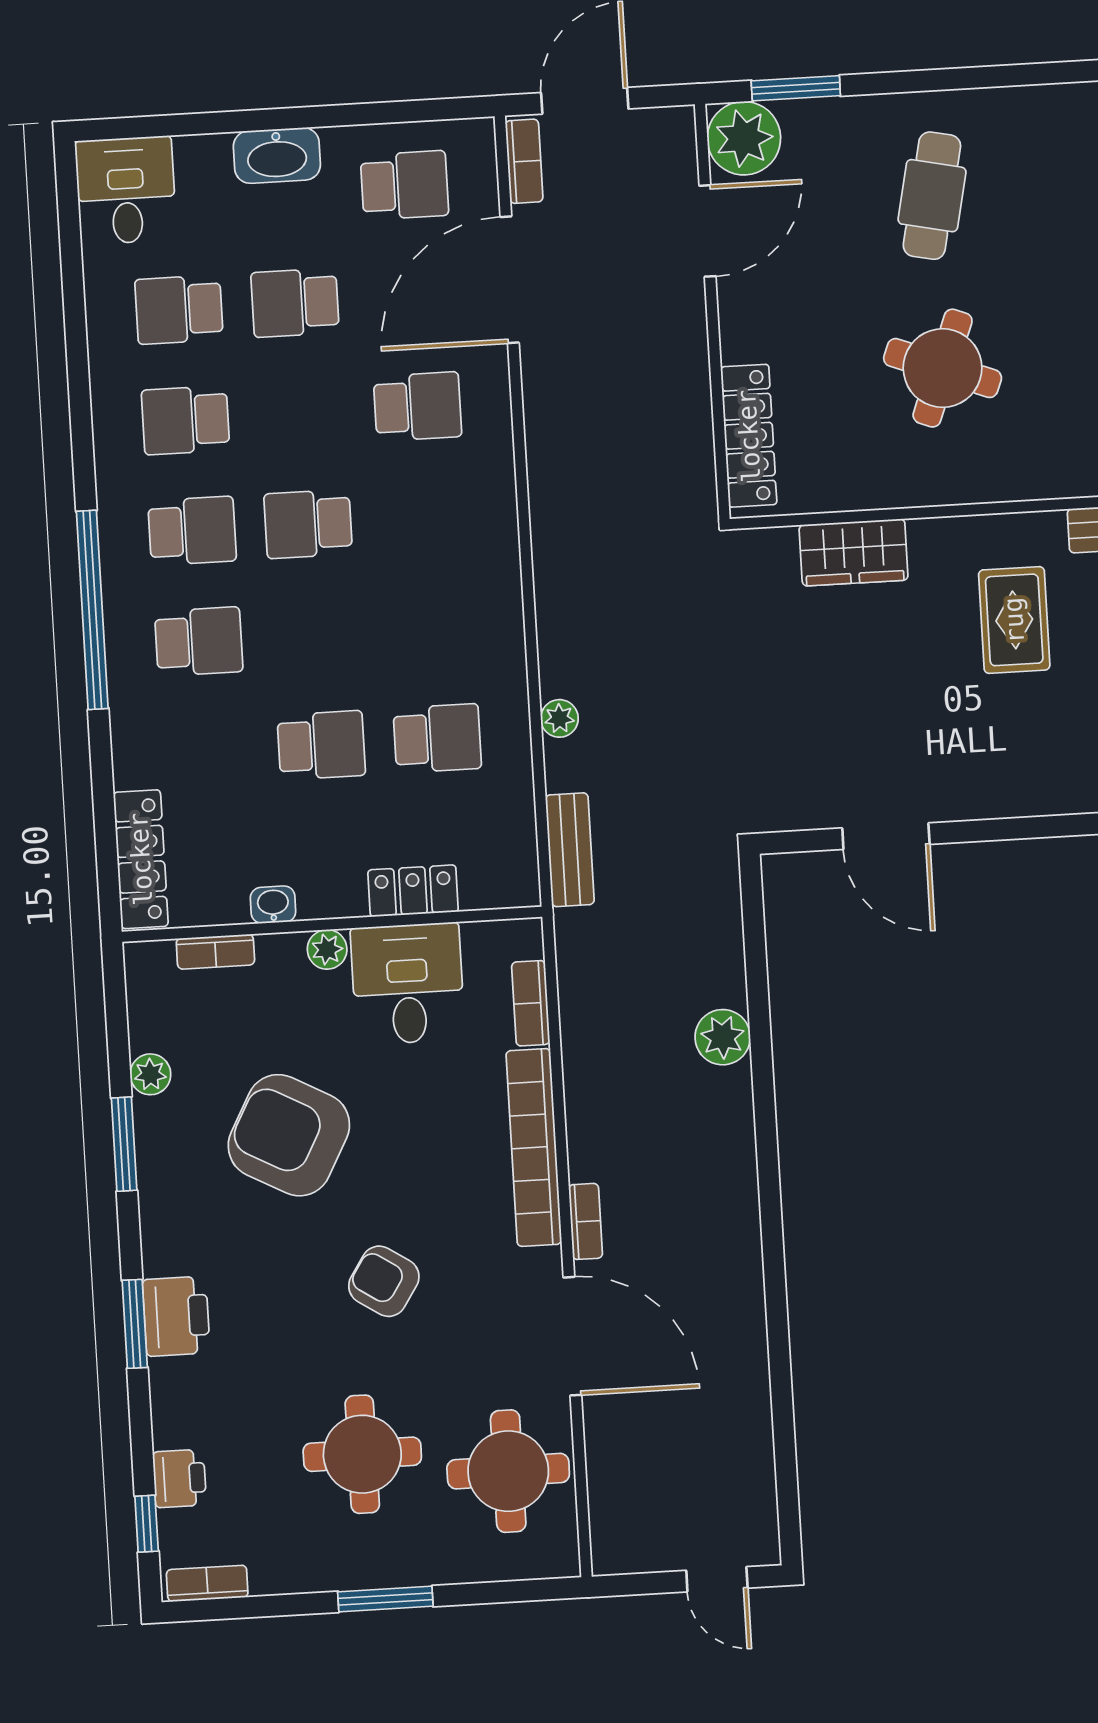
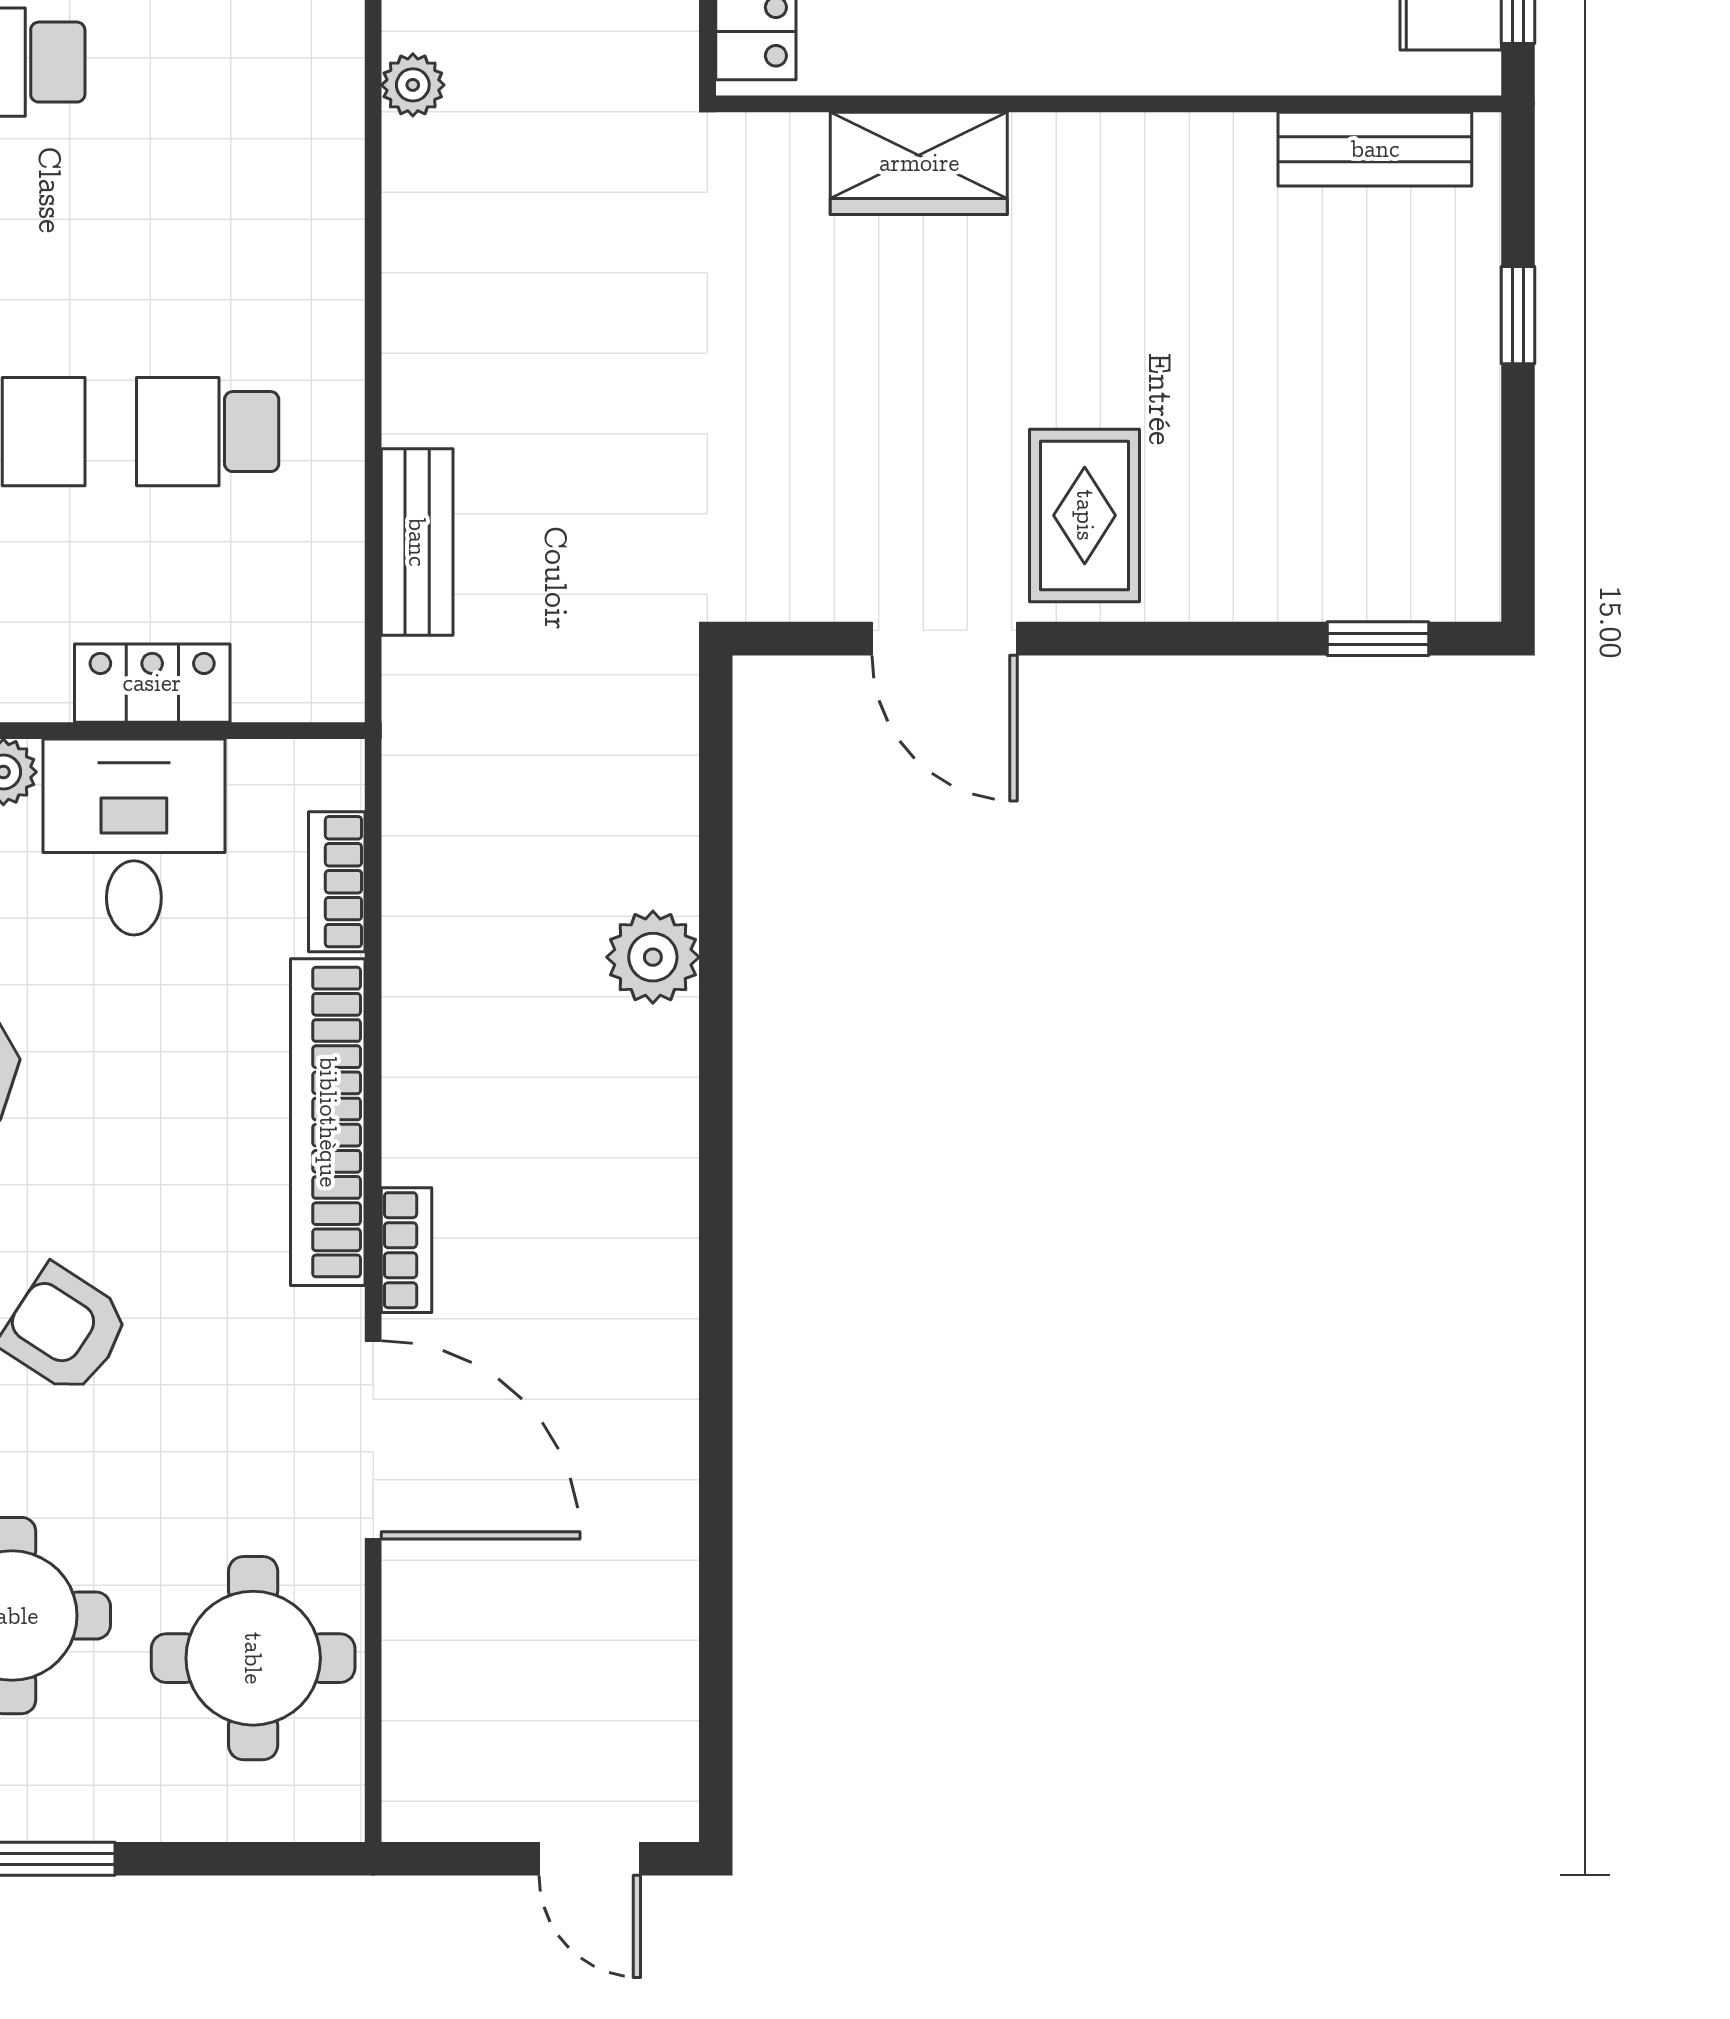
rug: (1014, 620) -> (1085, 515), moved
plant: (559, 718) -> (413, 85), moved
school desk: (437, 738) -> (208, 432), turned 180
bench: (570, 850) -> (417, 542), moved

